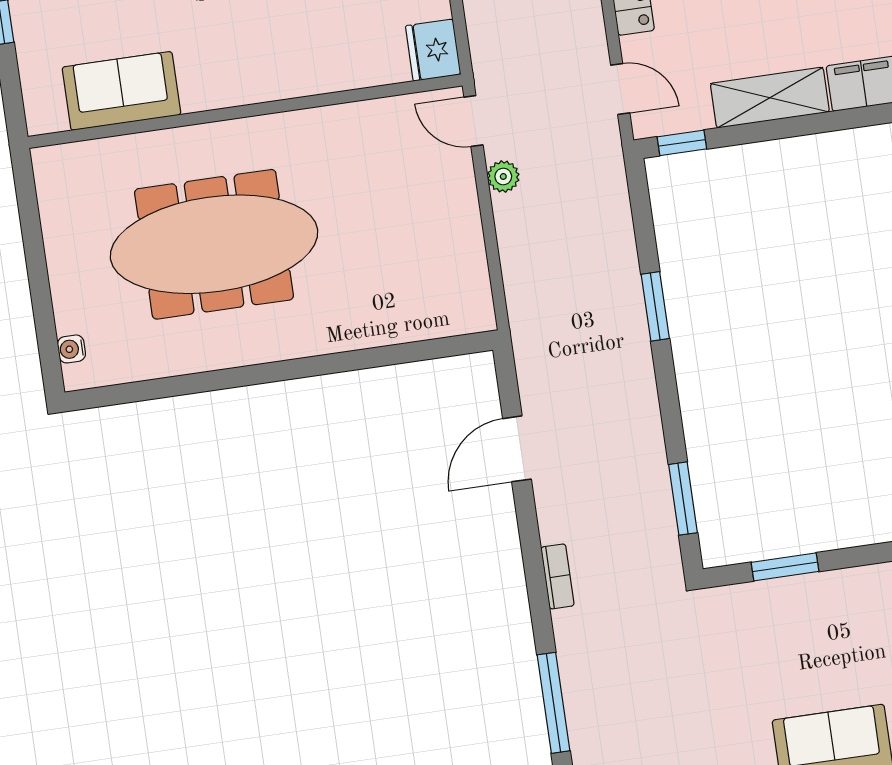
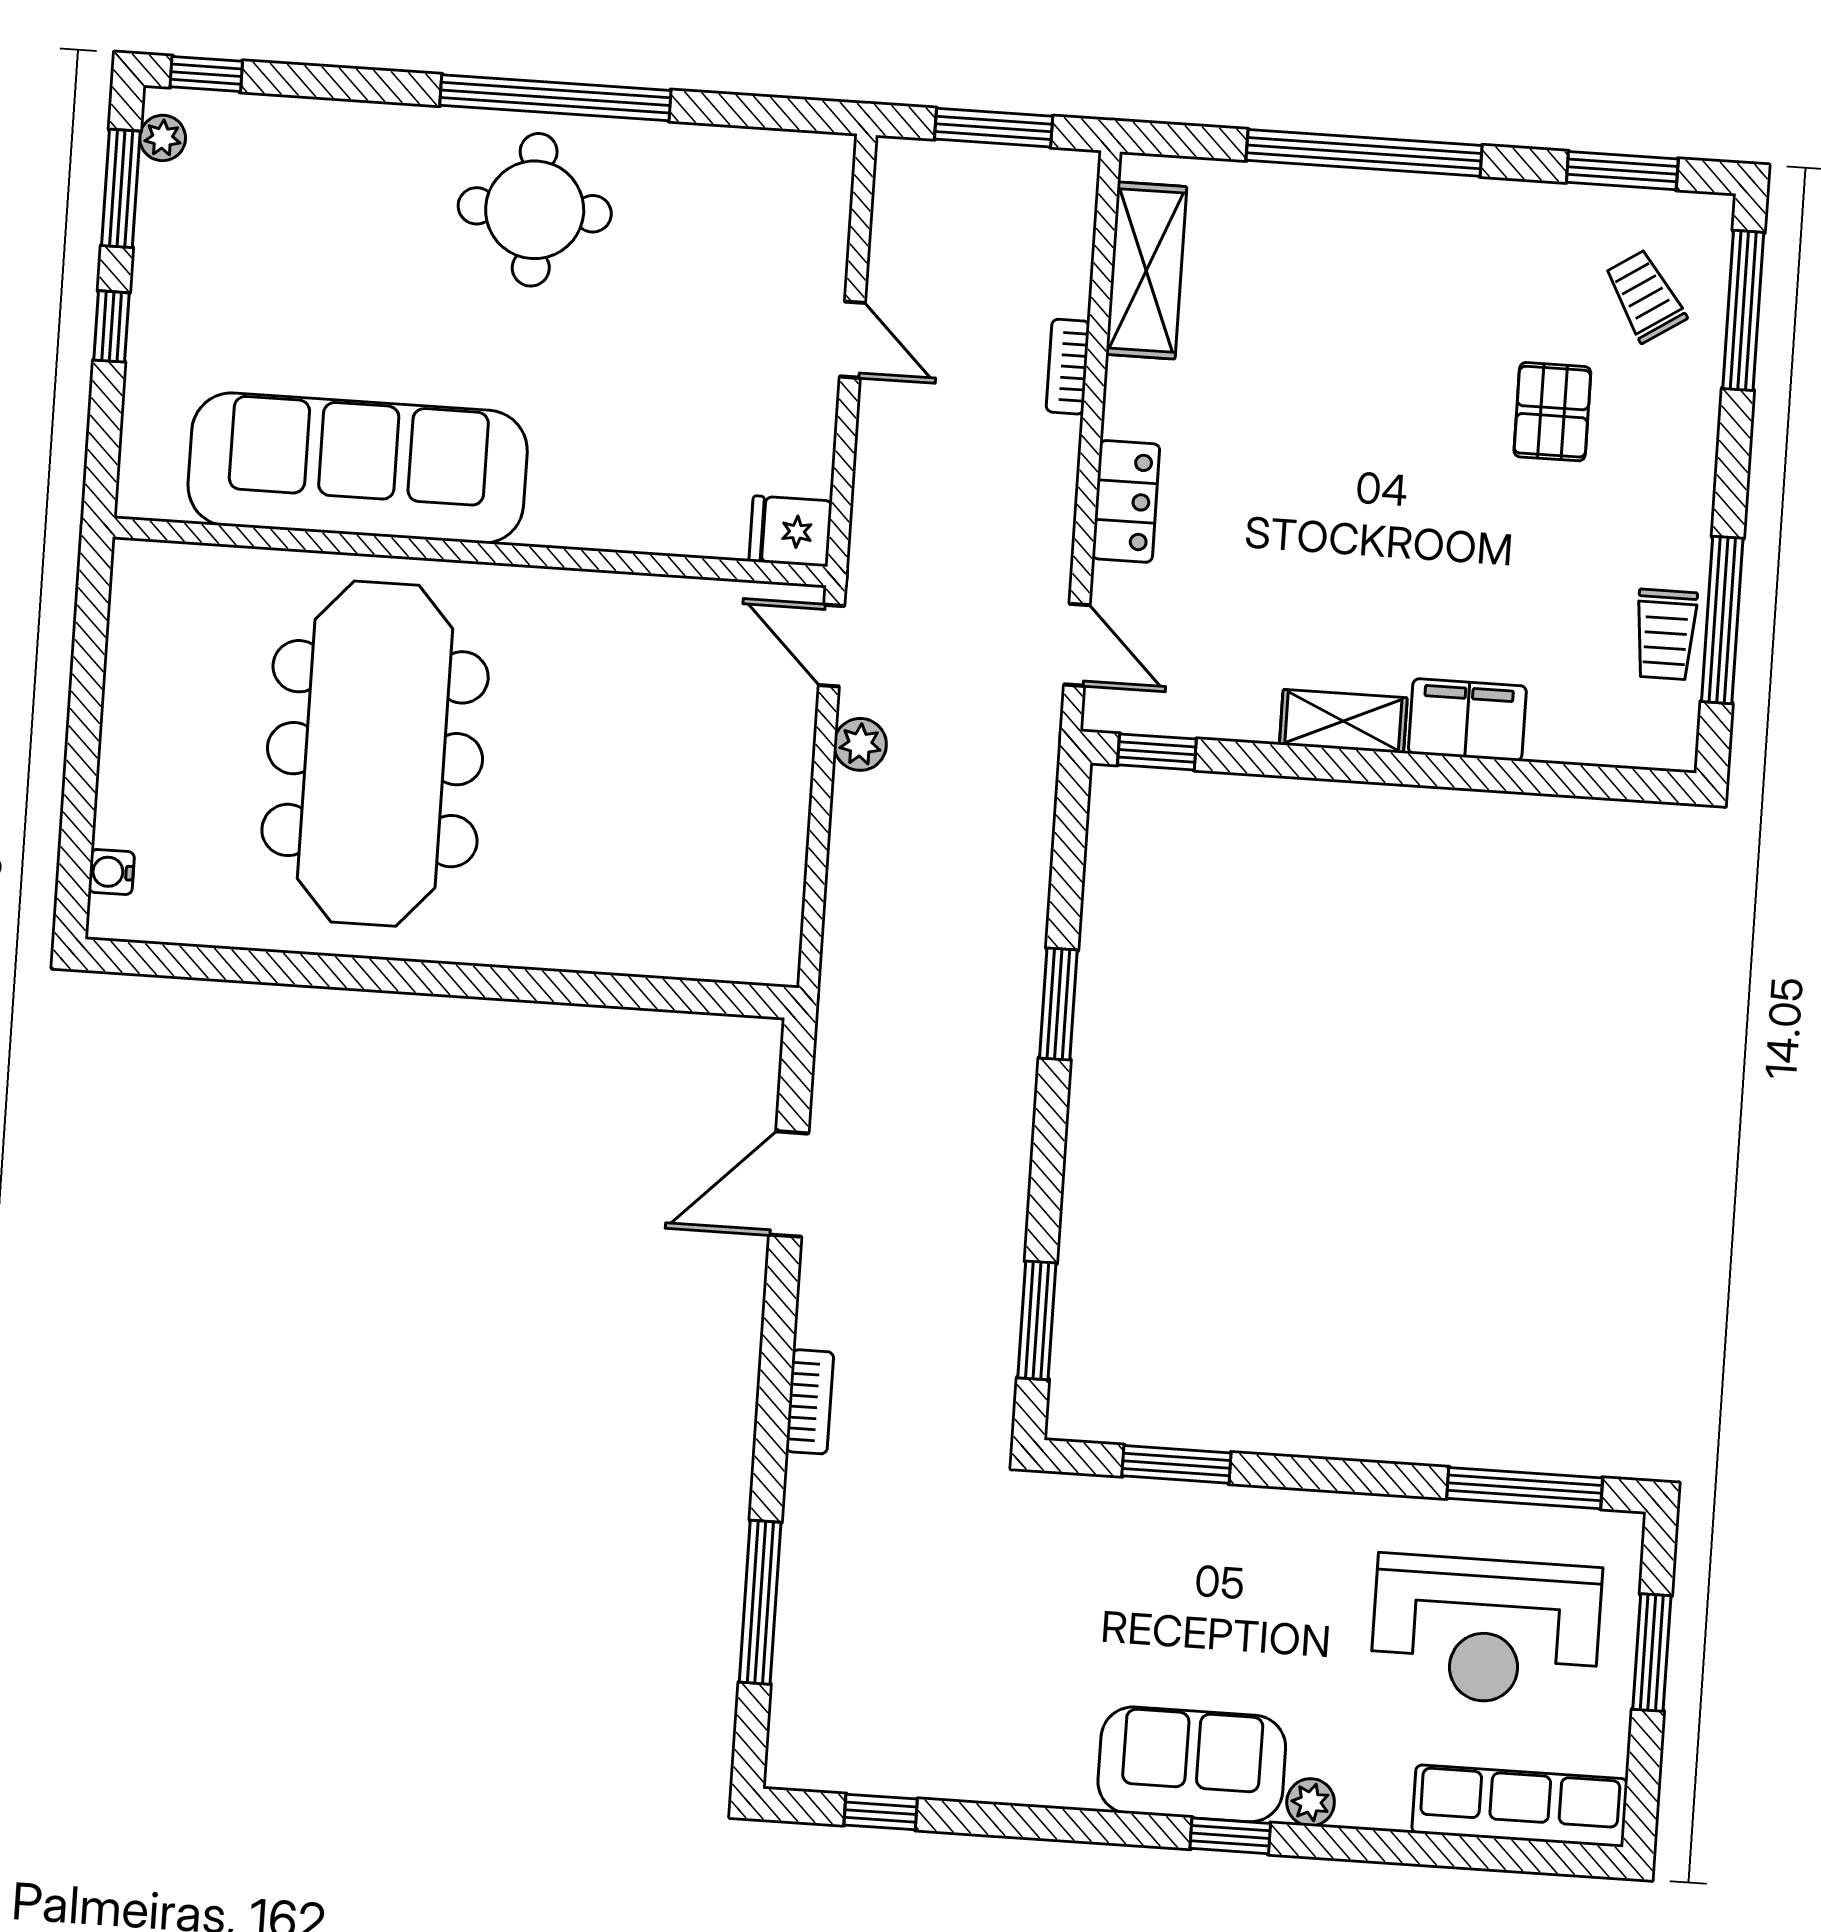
fridge: (433, 50) -> (791, 531), width x0.72
sofa: (121, 91) -> (358, 468), width x1.85, depth x1.27
shelving: (770, 98) -> (1343, 721), width x0.67, depth x0.75
meeting table: (214, 244) -> (375, 754), turned 90

